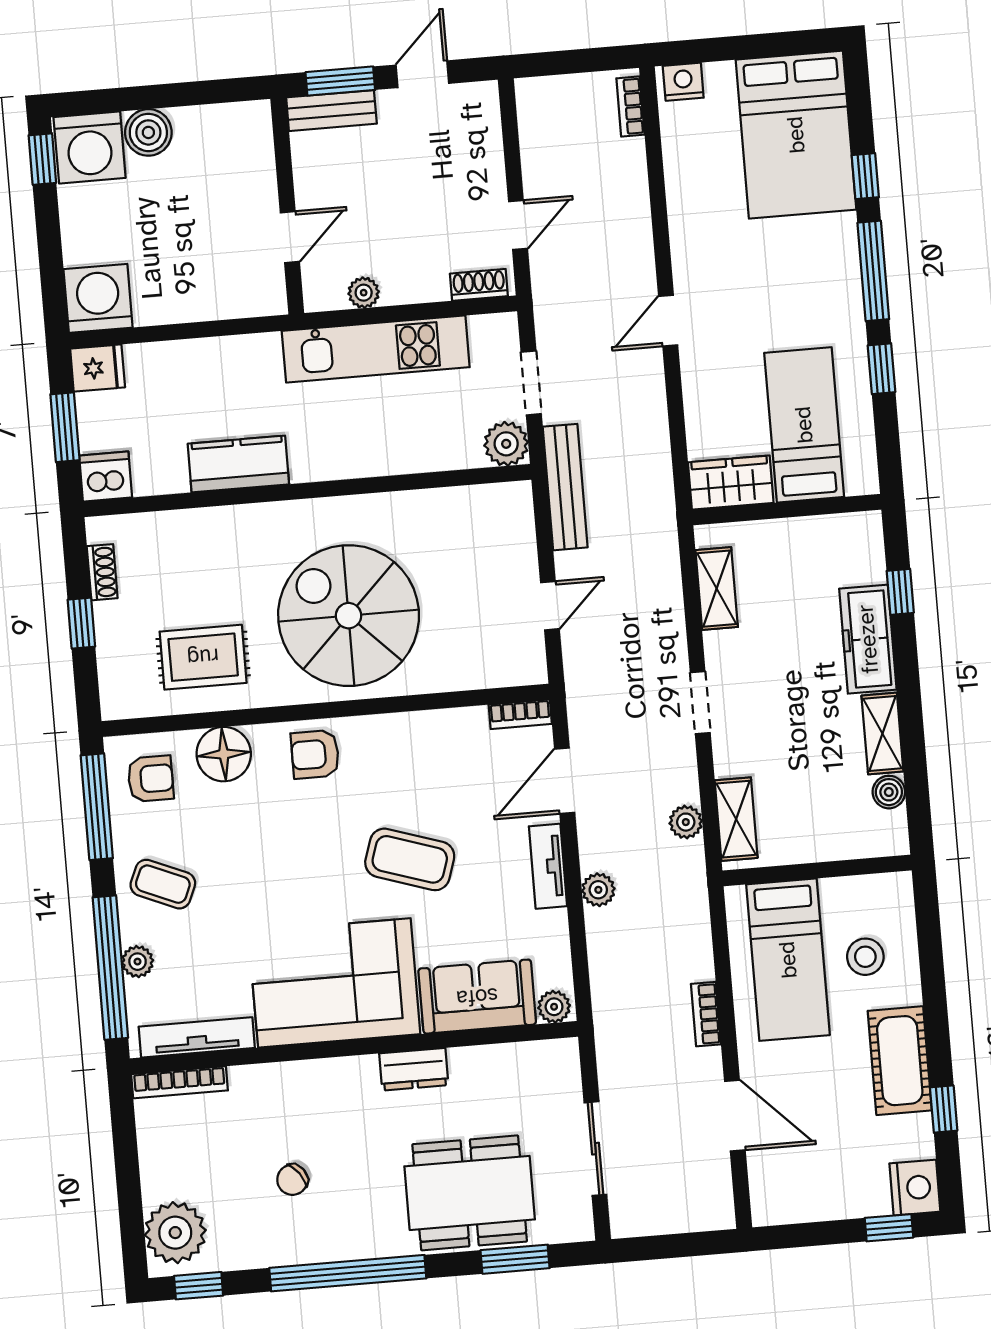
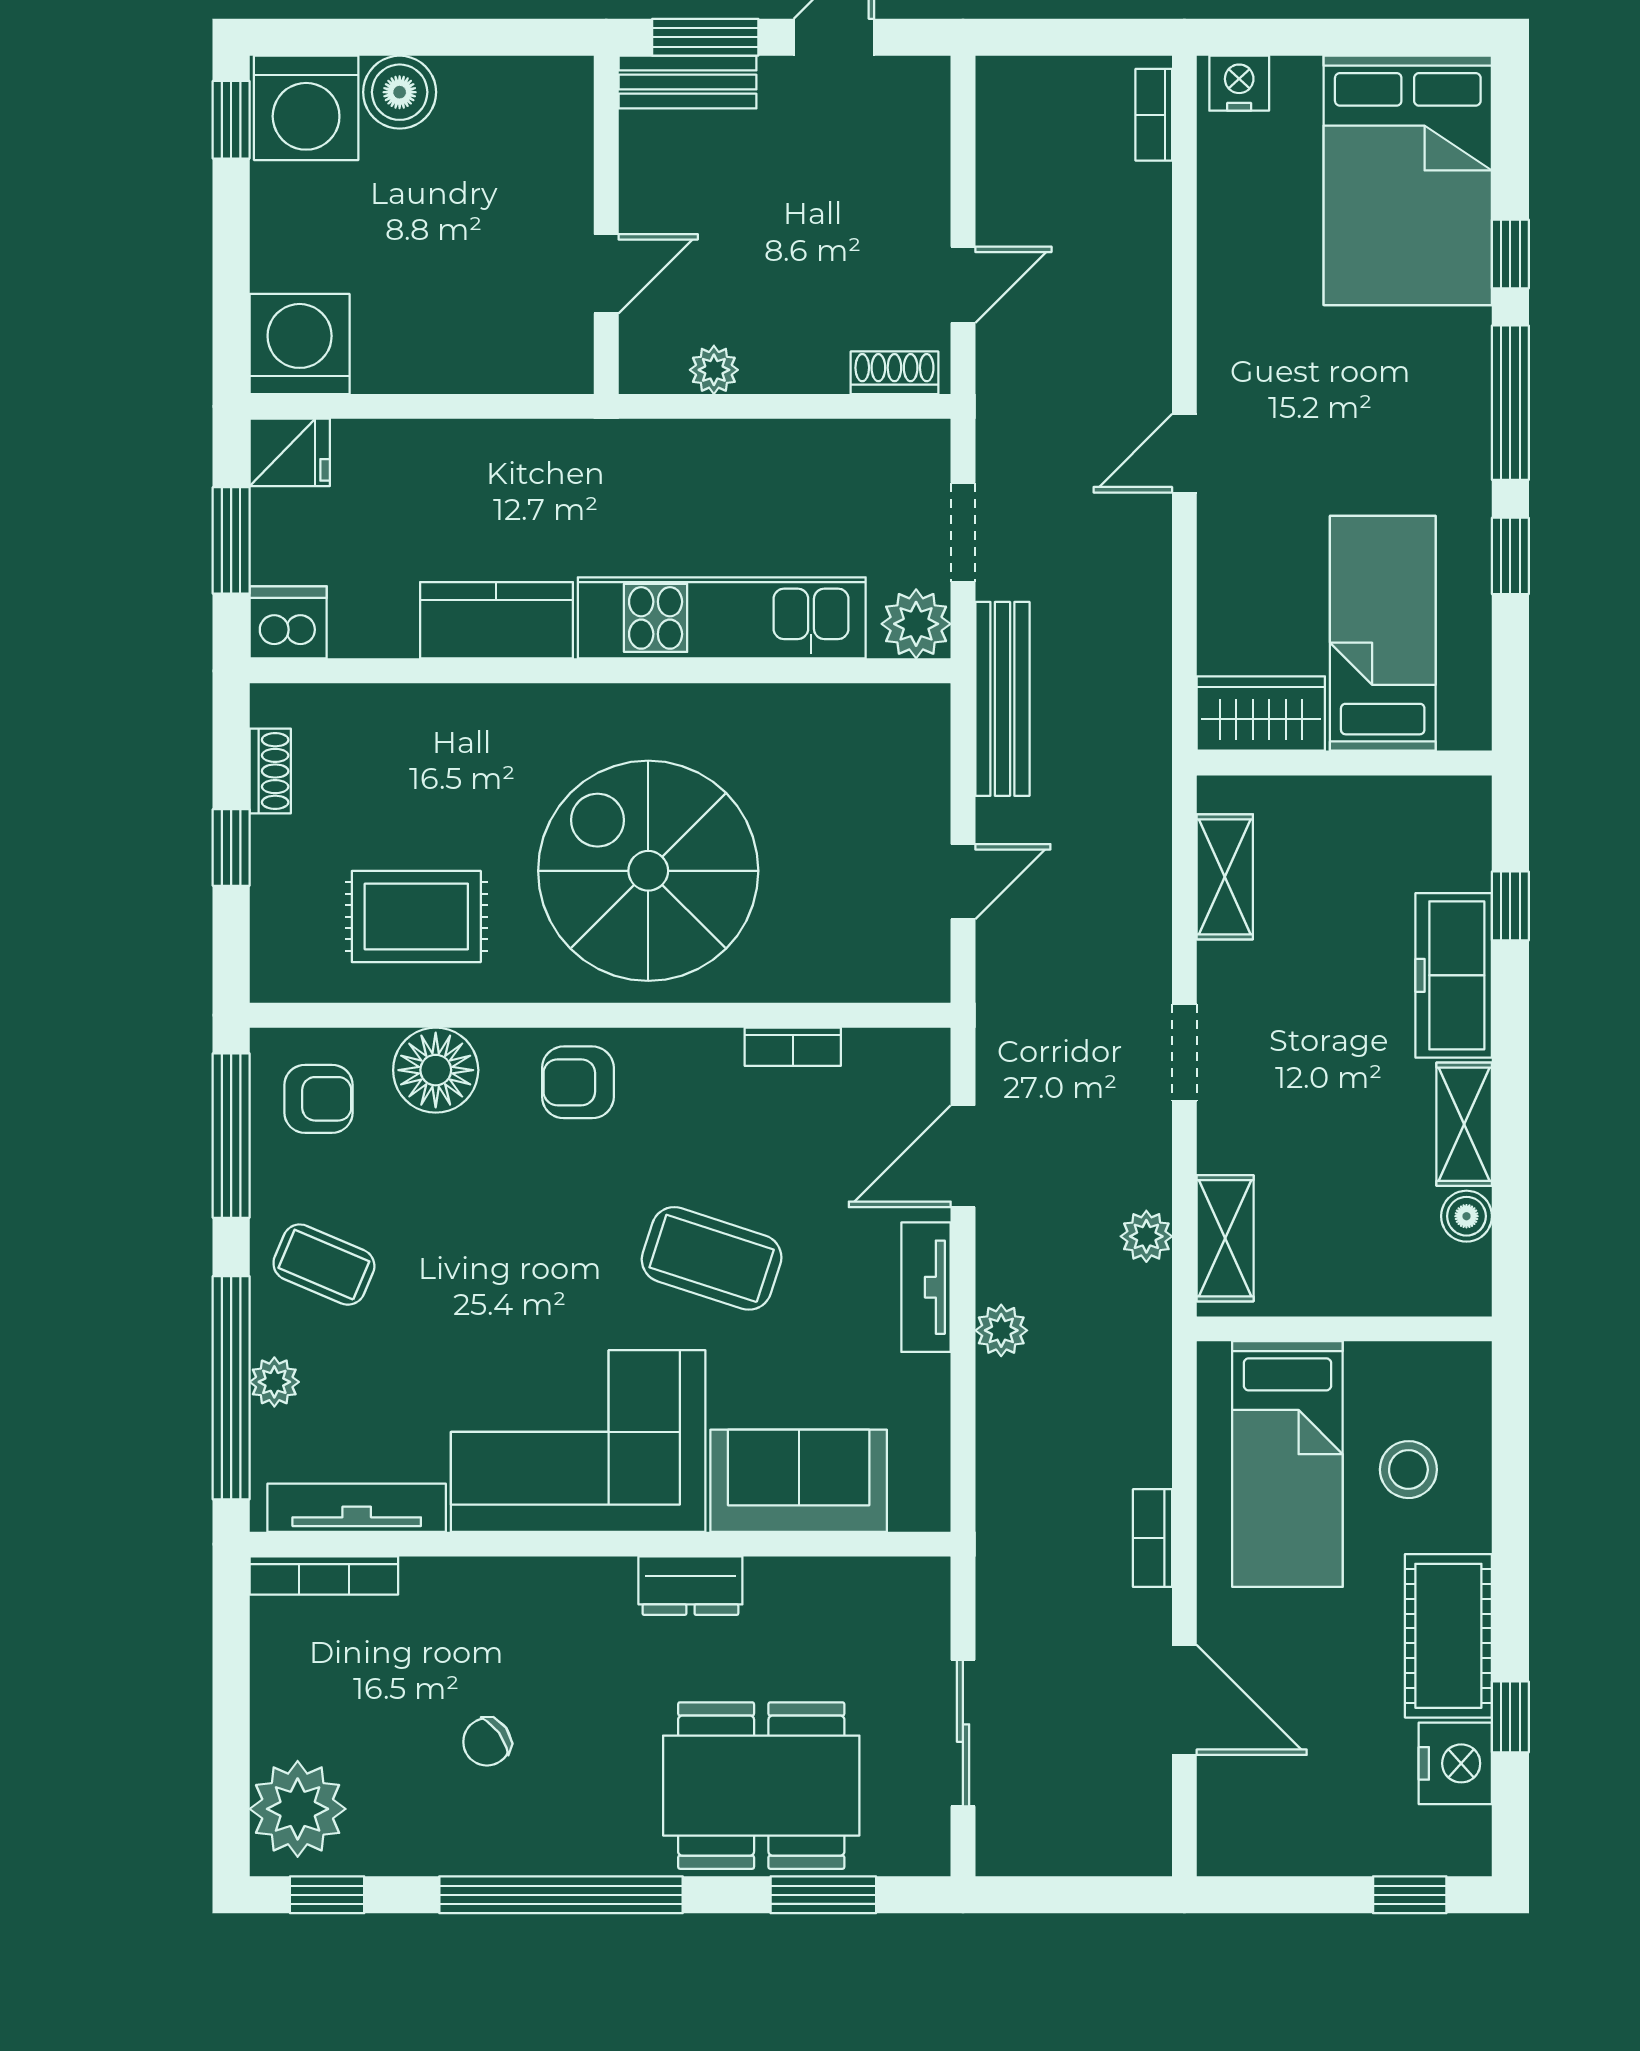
kitchen unit: (376, 349) -> (722, 618), moved, turned 180
bookcase: (520, 714) -> (793, 1047), moved
plant: (554, 1007) -> (917, 1507), removed
nightstand: (915, 1188) -> (1455, 1763), moved

